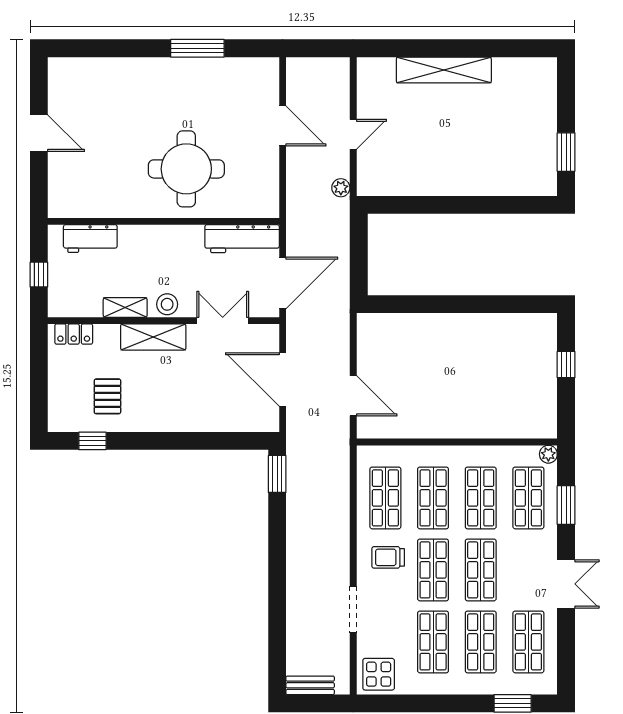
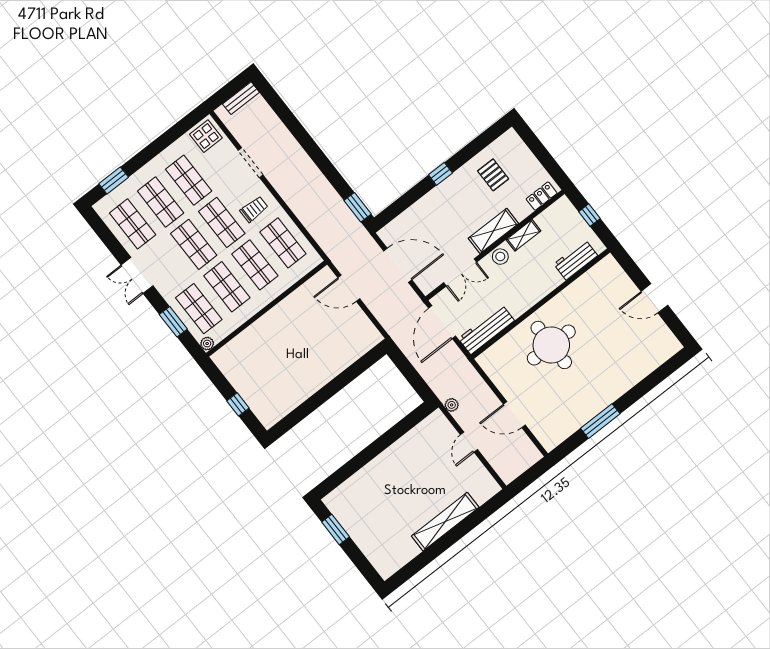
window: (92, 441) -> (440, 174), moved

